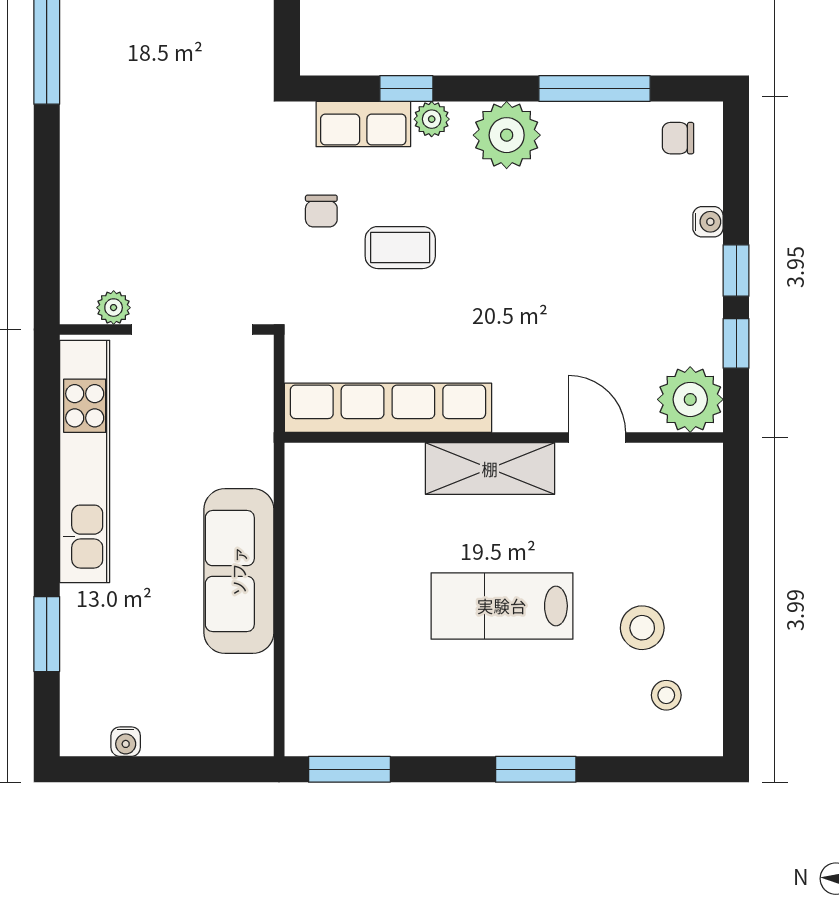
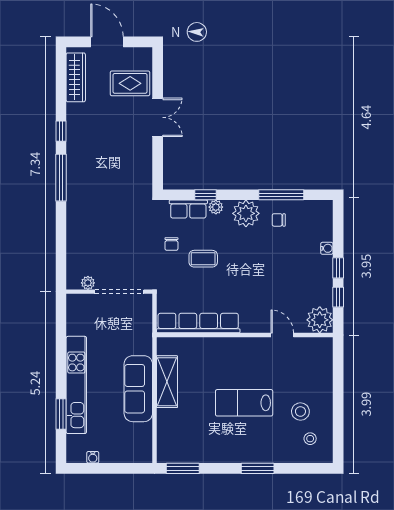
chair: (678, 138) -> (279, 220), moved
kitchen unit: (85, 461) -> (76, 385), moved
shelving: (490, 469) -> (167, 382), moved, turned 90

